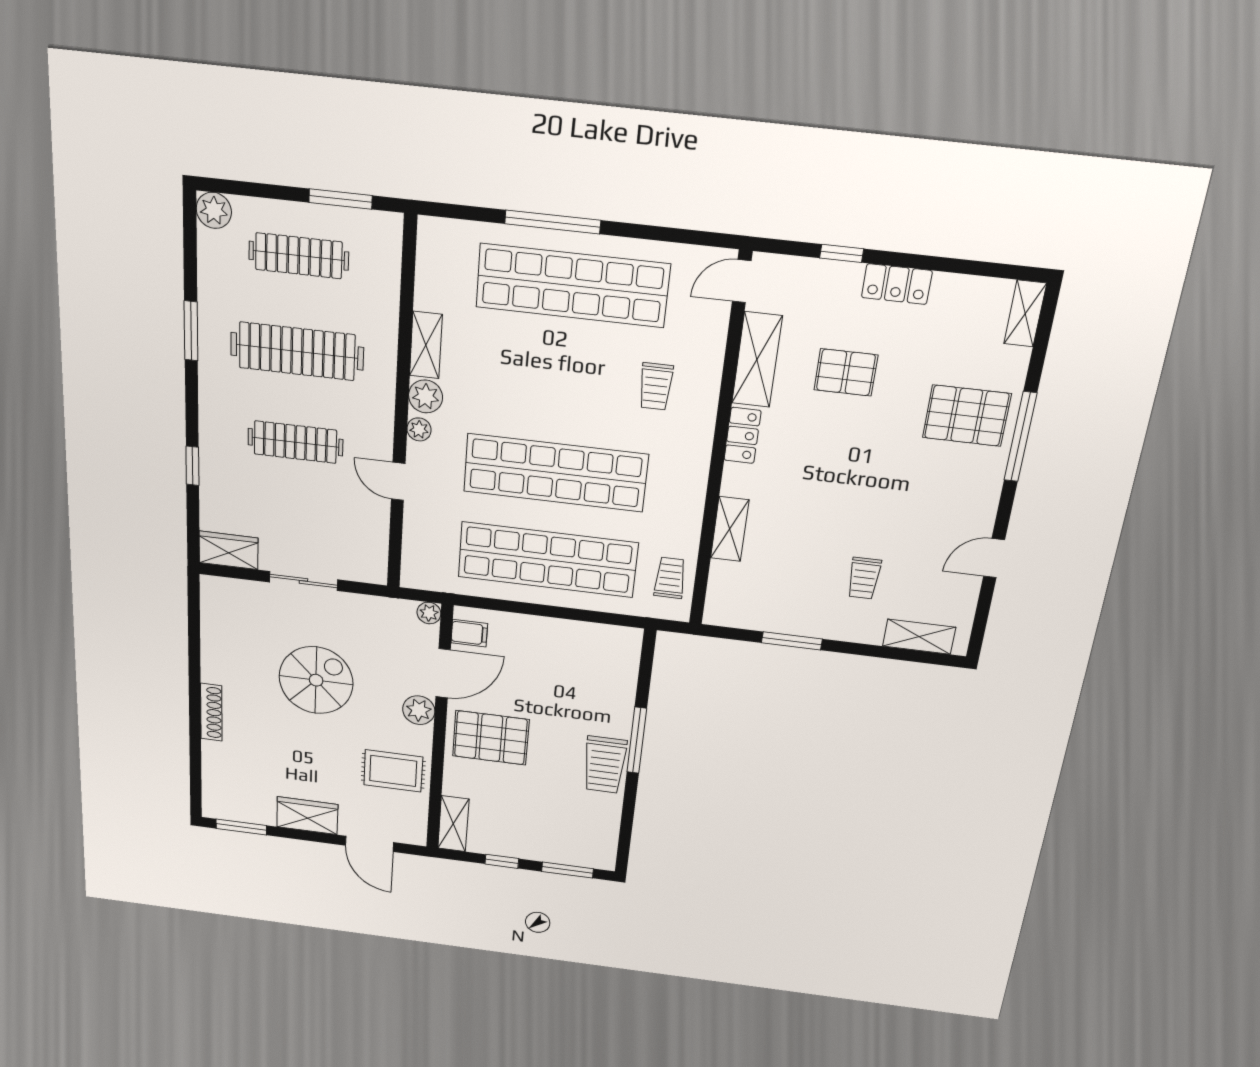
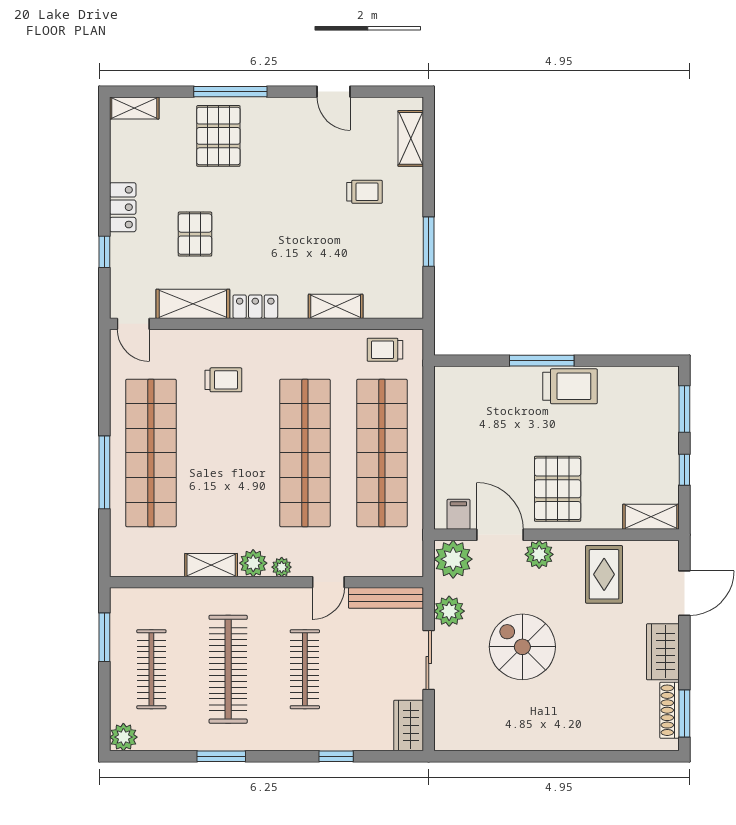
bench: (377, 543) -> (386, 598), added
plant: (359, 610) -> (449, 611), added
plant: (429, 613) -> (453, 559), width x1.88, depth x1.88
shoe rack: (211, 712) -> (670, 710), moved, turned -90

